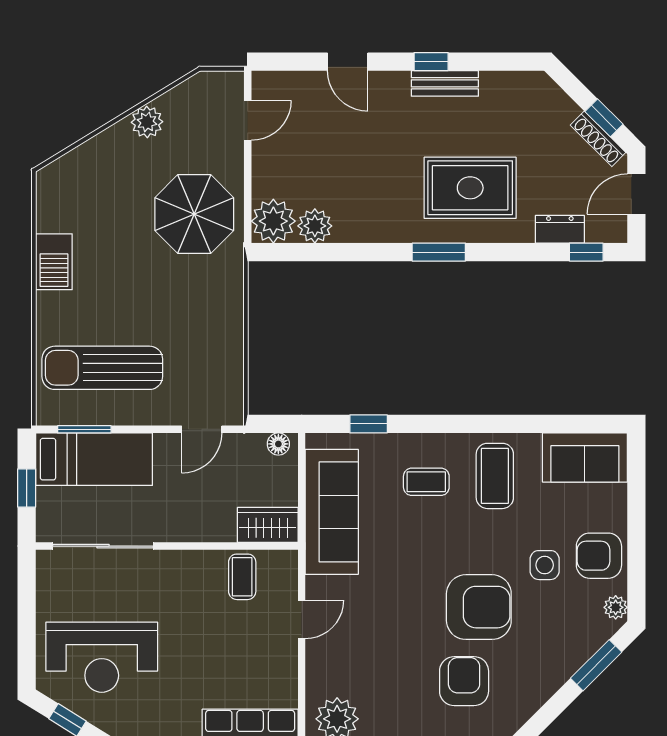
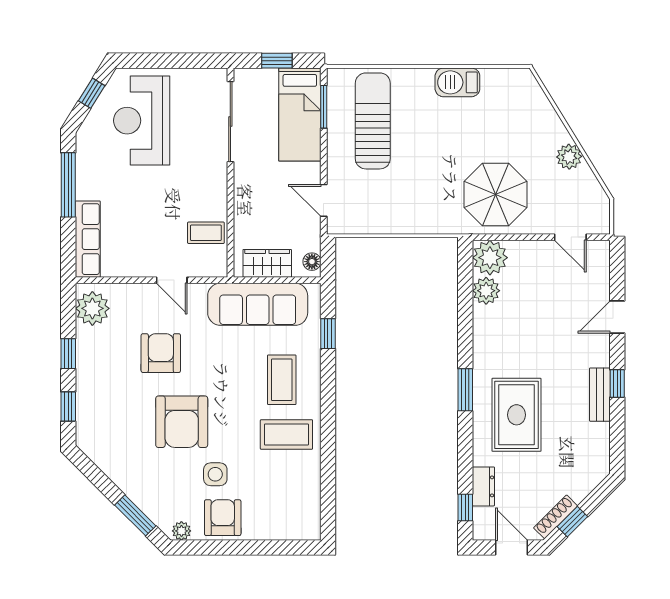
sofa: (585, 457) -> (301, 506), removed
coffee table: (426, 482) -> (282, 380), width x1.36, depth x1.30
wardrobe: (268, 525) -> (267, 263), moved, turned -90
armchair: (464, 681) -> (161, 353), moved, turned -90

